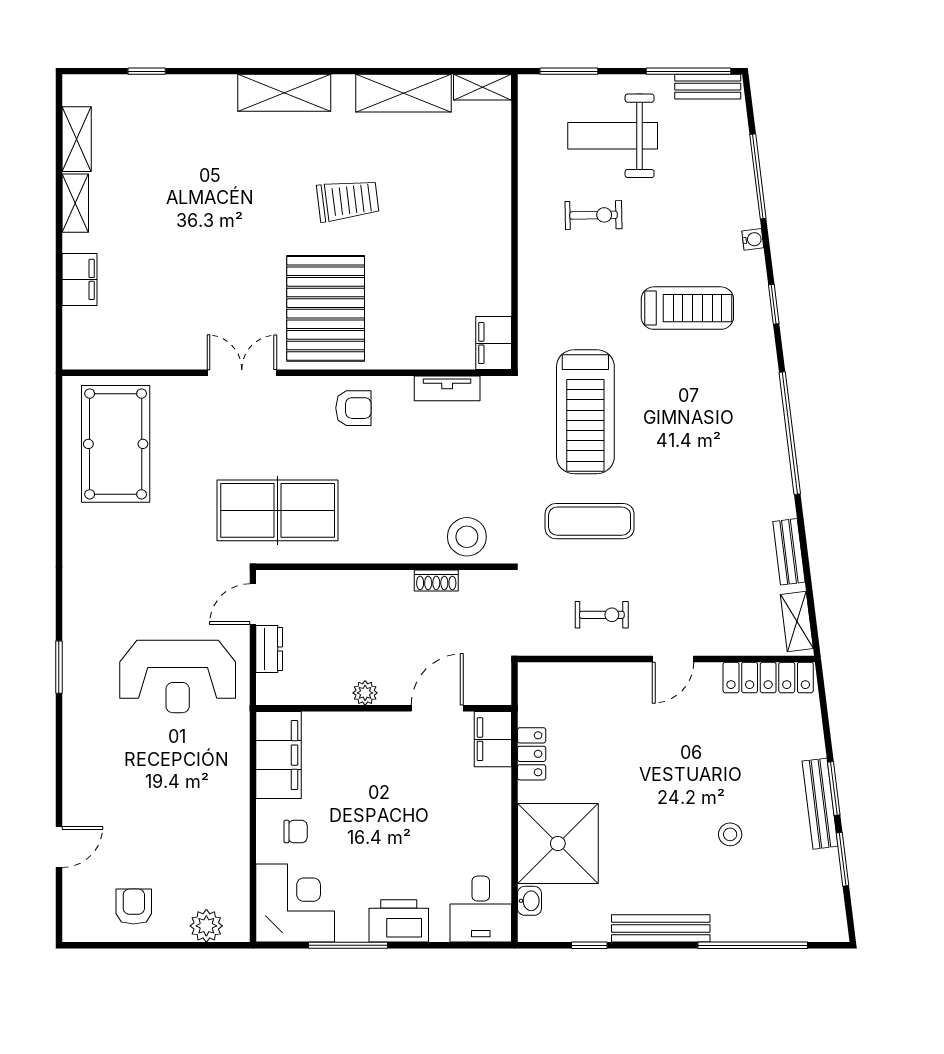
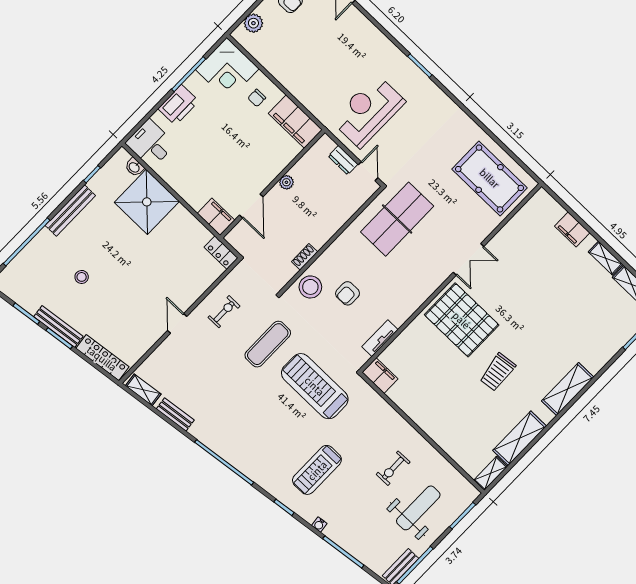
armchair: (353, 408) -> (348, 293), moved
exercise bike: (602, 615) -> (224, 312), turned 180
locker: (768, 677) -> (102, 358), moved, turned 83
locker: (532, 754) -> (221, 253), moved

